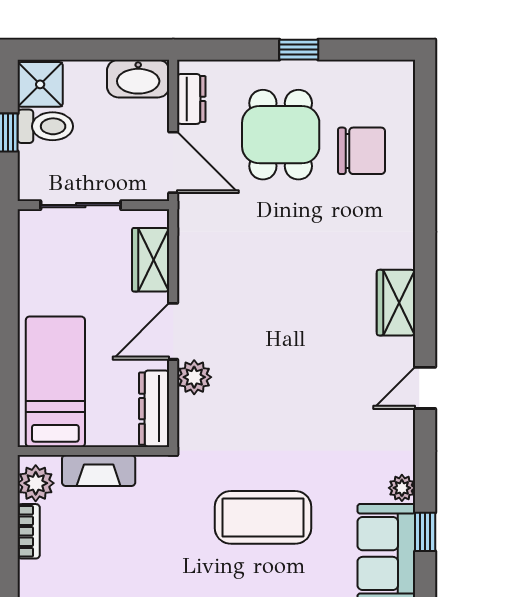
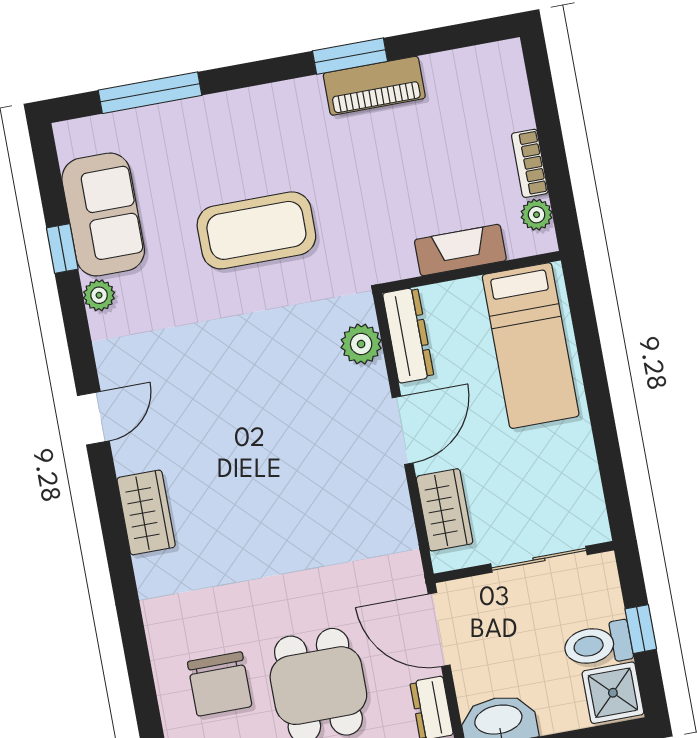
chair: (362, 151) -> (220, 684), turned -90
plant: (194, 377) -> (361, 344), moved
plant: (36, 483) -> (537, 215), width x0.73, depth x0.73

